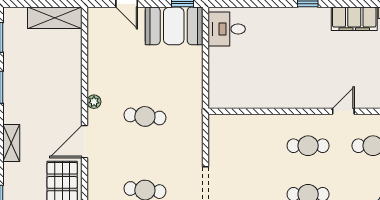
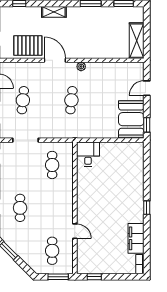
desk: (227, 29) -> (88, 154), moved
cafe table: (308, 146) -> (52, 165), moved

